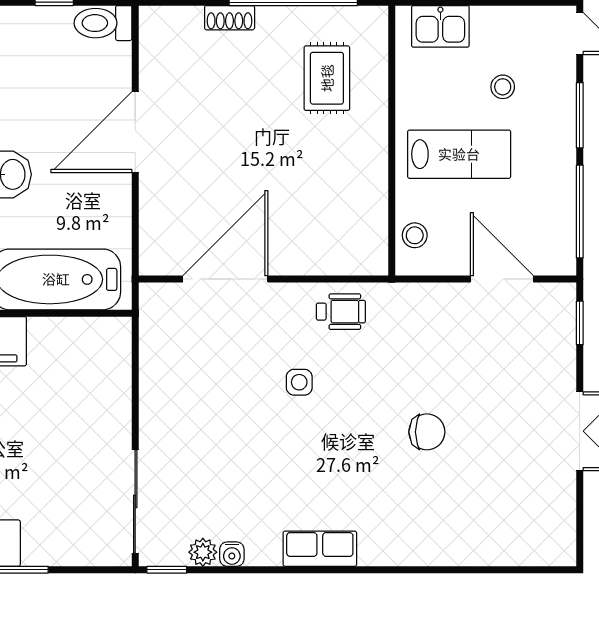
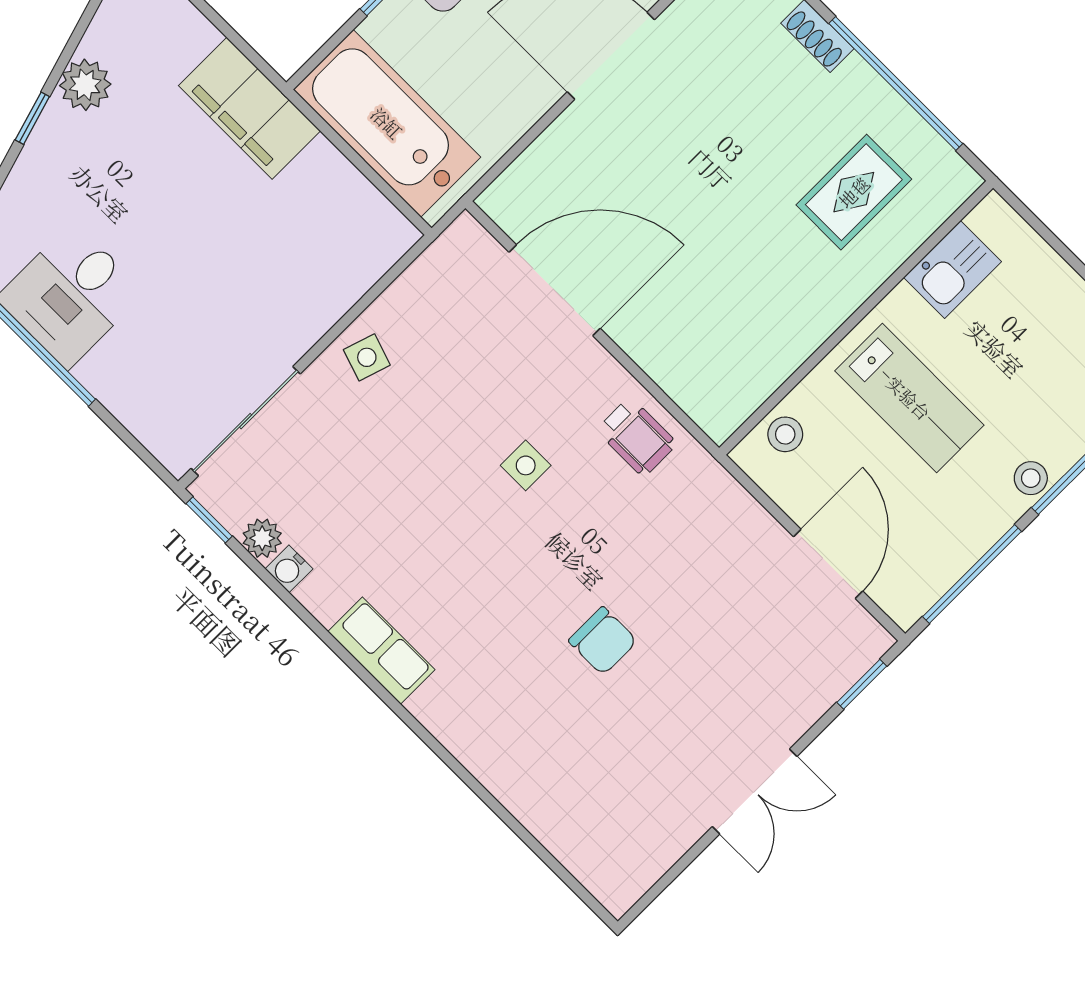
kitchen sink: (440, 26) -> (953, 270), moved, turned -90
stool: (503, 87) -> (1031, 478), moved
side table: (164, 408) -> (367, 357), added

